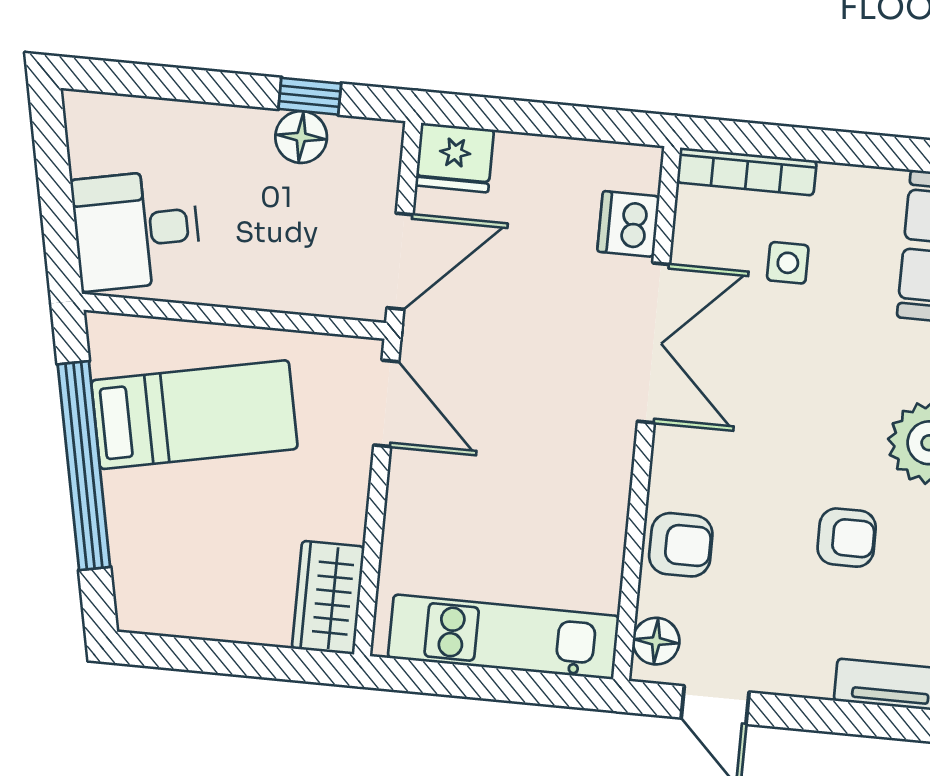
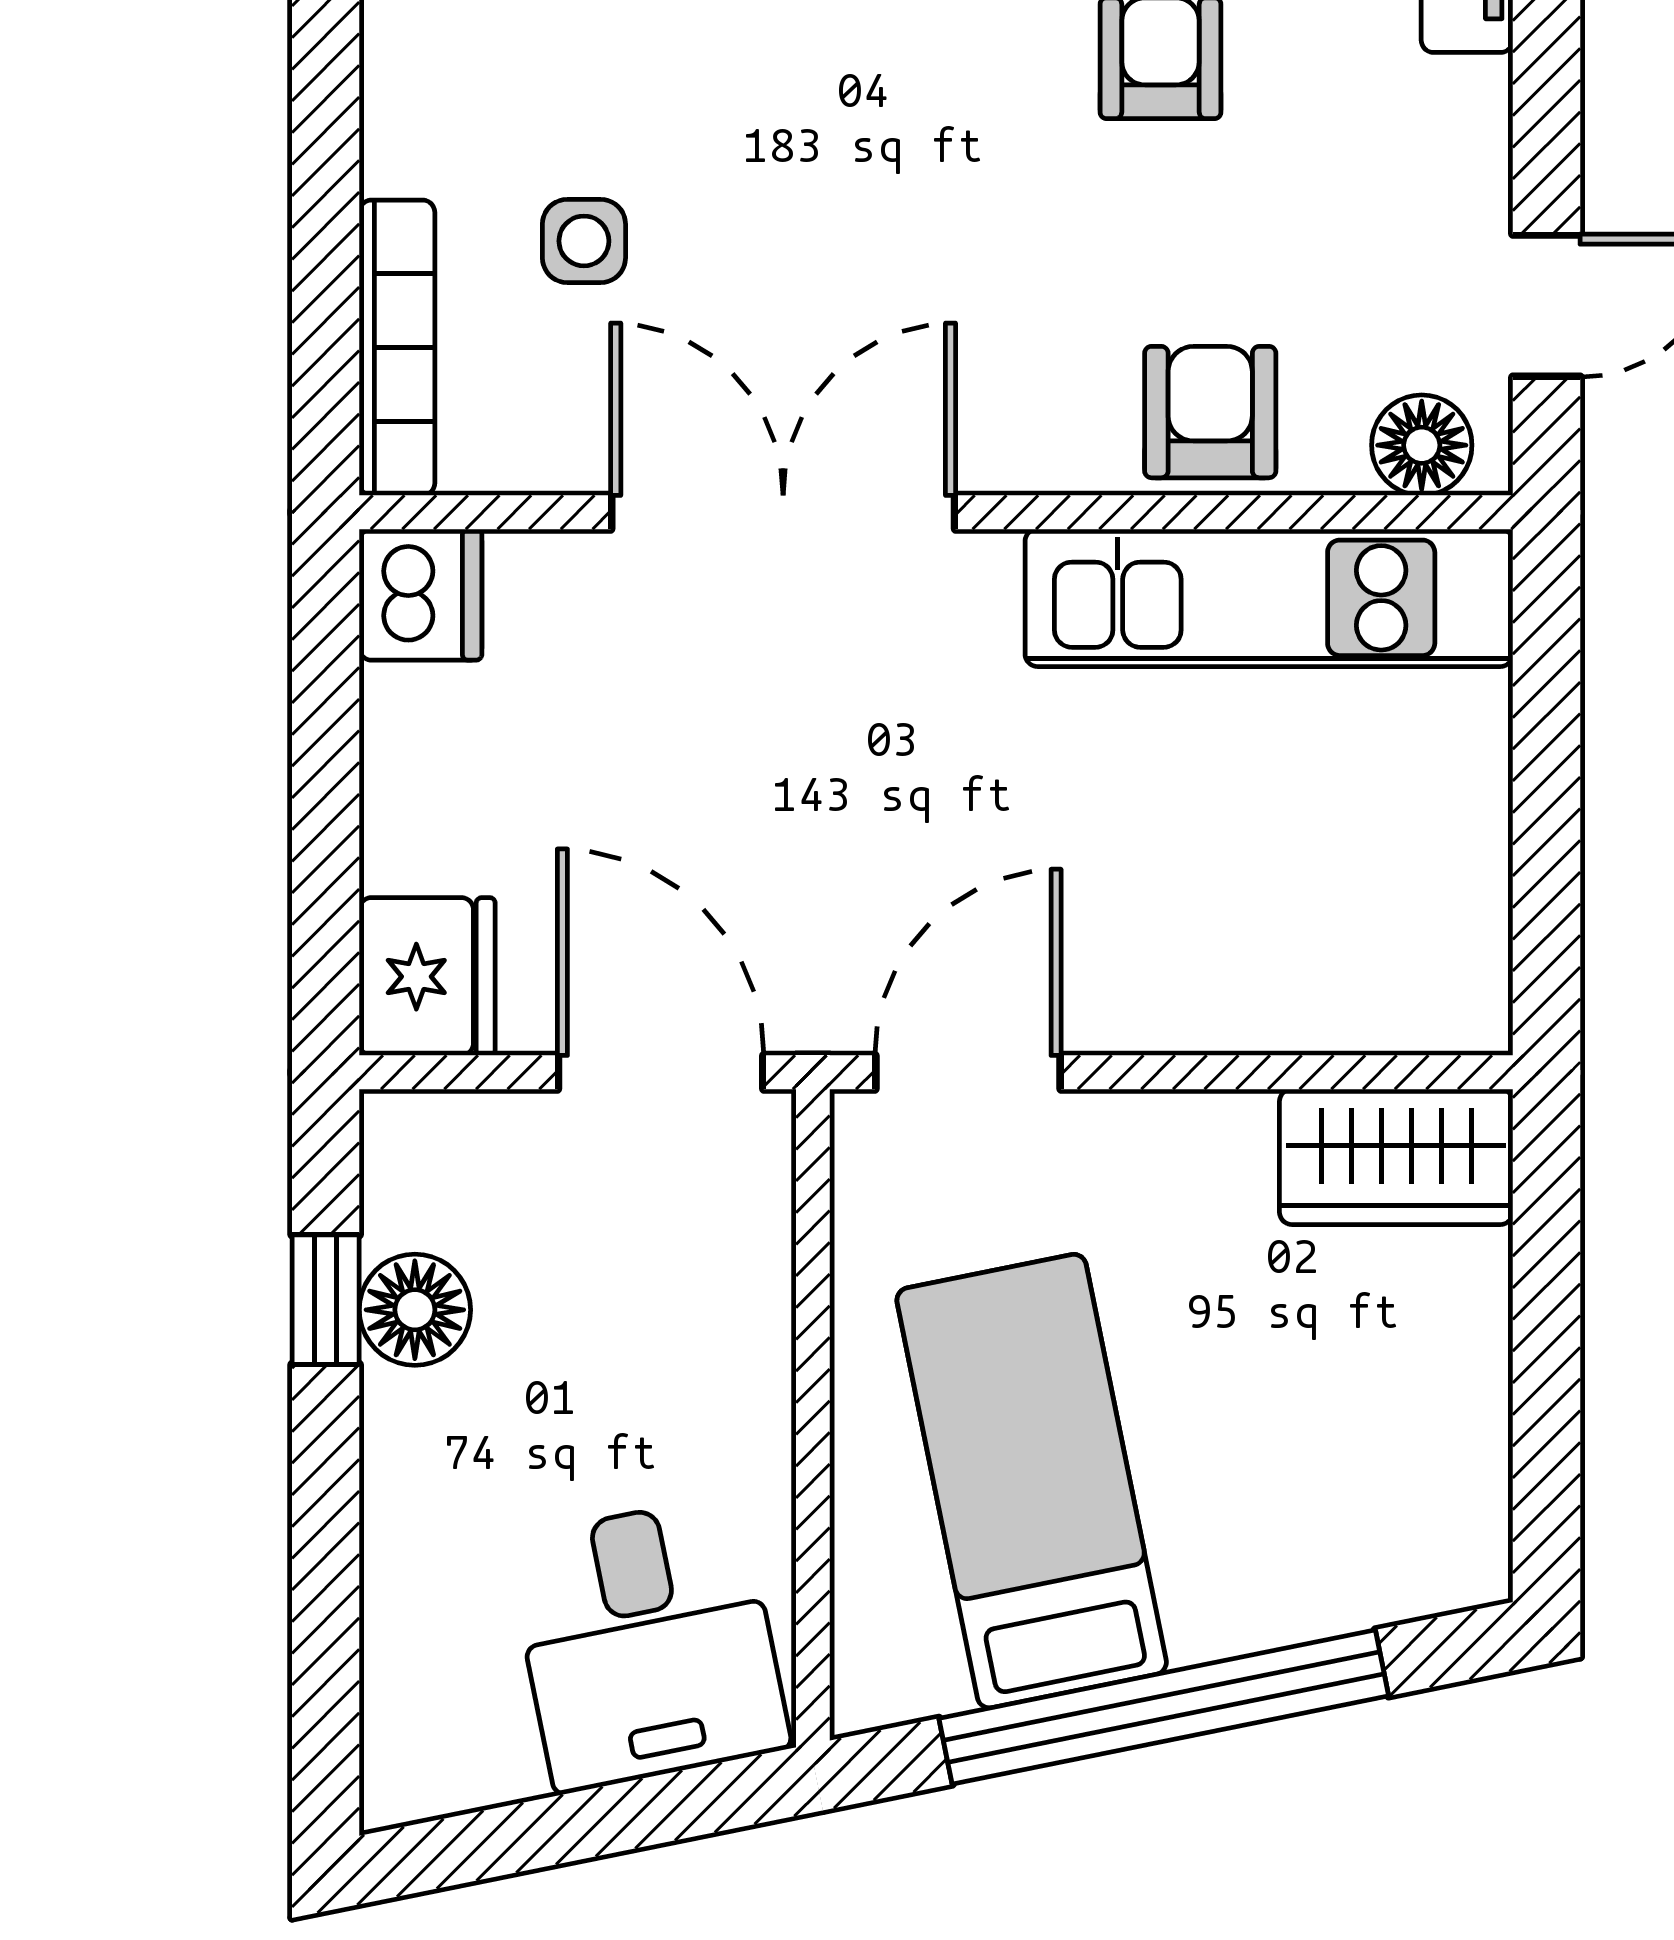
dishwasher: (628, 224) -> (421, 595), moved, turned -90
kitchen unit: (503, 637) -> (1269, 598), moved, turned -90

